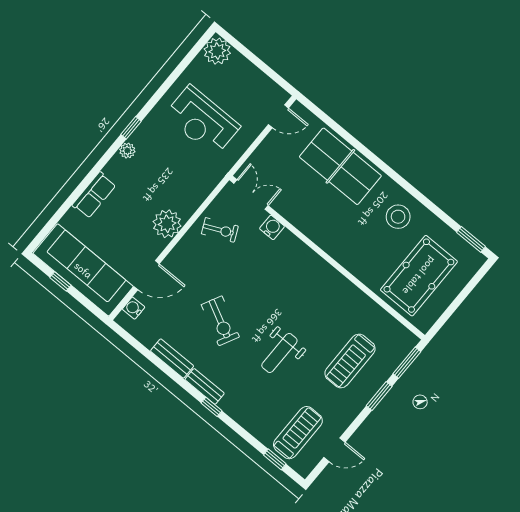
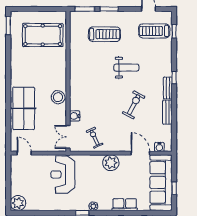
reception desk: (202, 121) -> (63, 175), moved, turned 180
stool: (398, 217) -> (58, 97), moved

